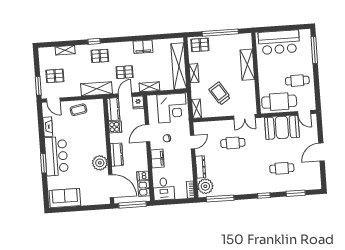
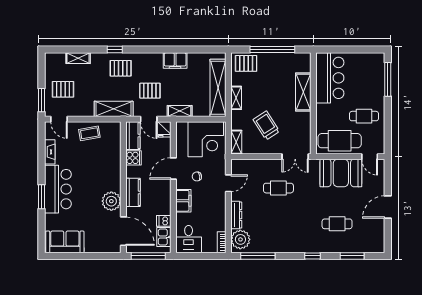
bar counter: (279, 42) -> (330, 78), moved, turned -90
door: (125, 95) -> (149, 119), swing flipped

